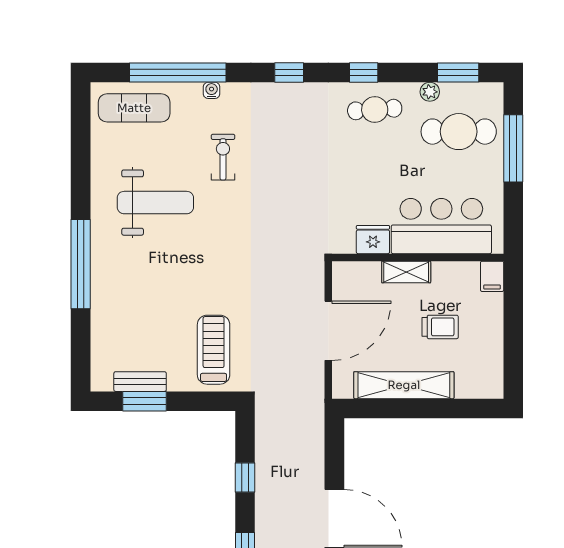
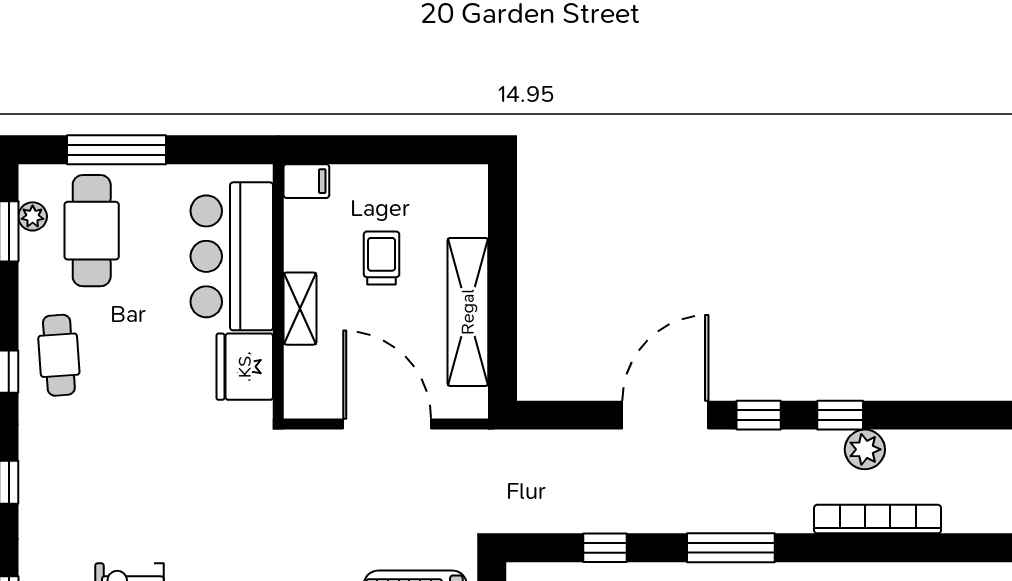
plant: (430, 92) -> (33, 216), moved
fridge: (373, 240) -> (245, 367), width x1.36, depth x1.34

